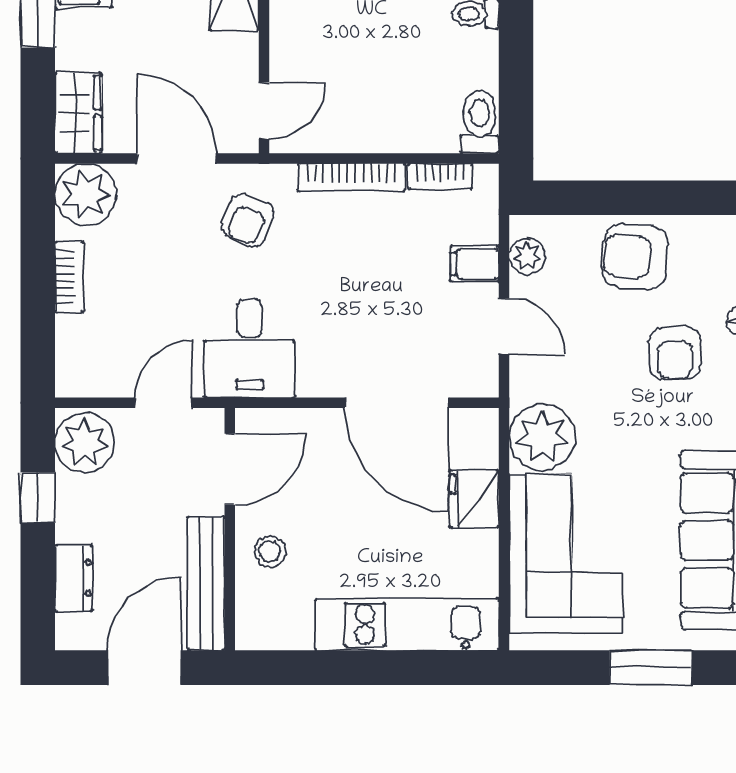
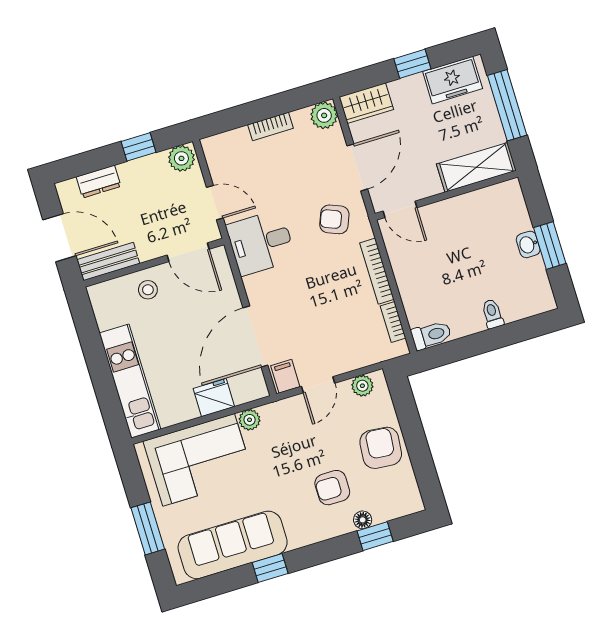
plant: (86, 194) -> (324, 115), width x0.73, depth x0.73
filing cabinet: (475, 264) -> (285, 376), moved
plant: (542, 437) -> (250, 420), width x0.53, depth x0.53
plant: (85, 443) -> (181, 158), width x0.73, depth x0.73
bench: (206, 583) -> (108, 261), width x0.73

